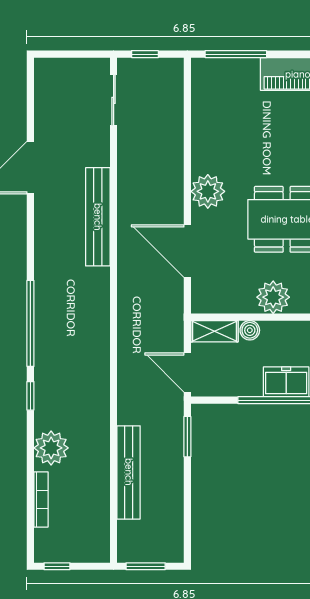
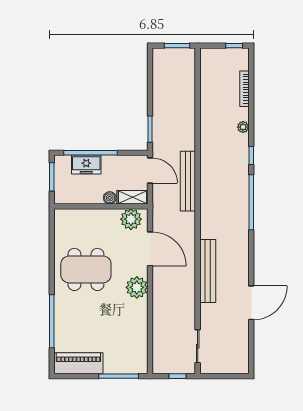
plant: (273, 297) -> (131, 219), moved
plant: (51, 448) -> (243, 127), width x0.53, depth x0.53
bench: (129, 472) -> (188, 181), moved

